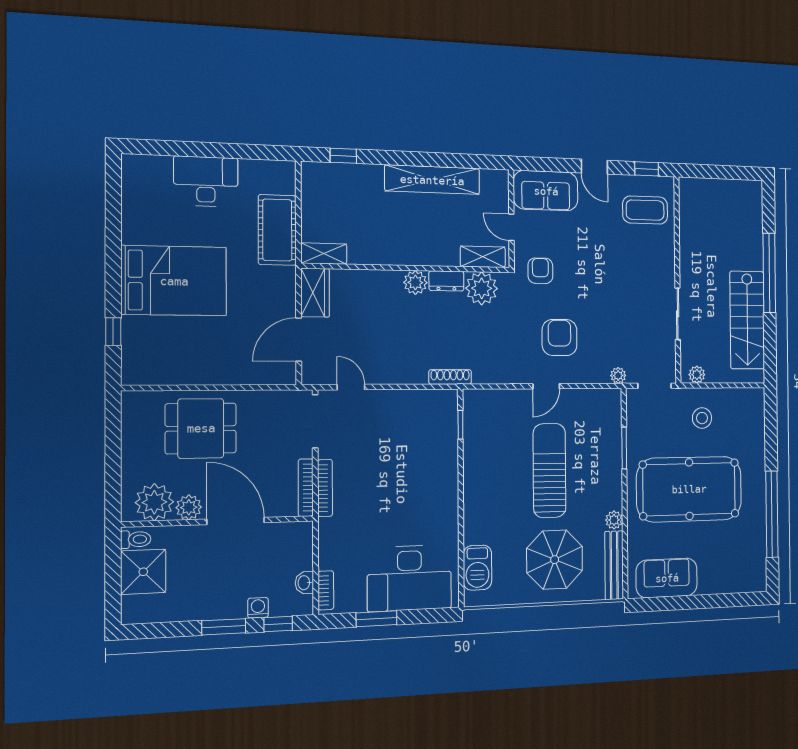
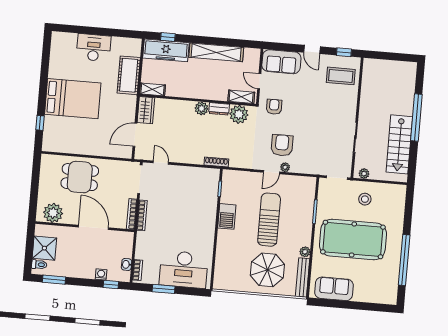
freezer: (342, 180) -> (166, 50), added
plant: (618, 376) -> (285, 167), moved
plant: (189, 507) -> (70, 218), removed
toilet: (136, 539) -> (39, 265), moved
barbecue: (477, 568) -> (227, 216), moved
window: (224, 627) -> (54, 280), moved

